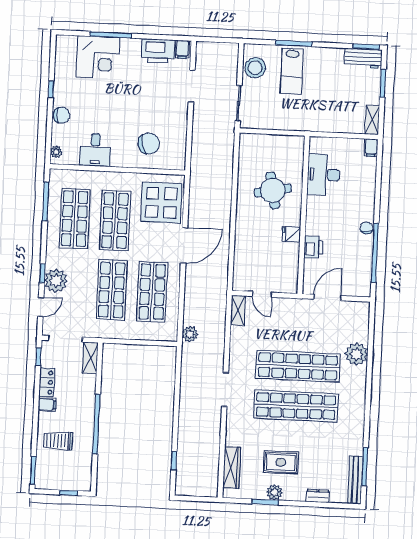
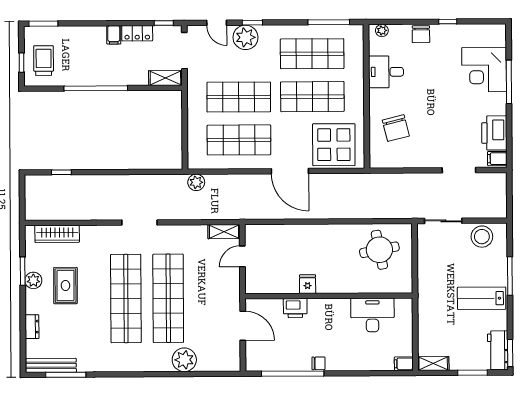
lab bench: (292, 71) -> (482, 298), moved
round table: (273, 190) -> (379, 250), moved
trolley: (58, 441) -> (44, 61), moved

